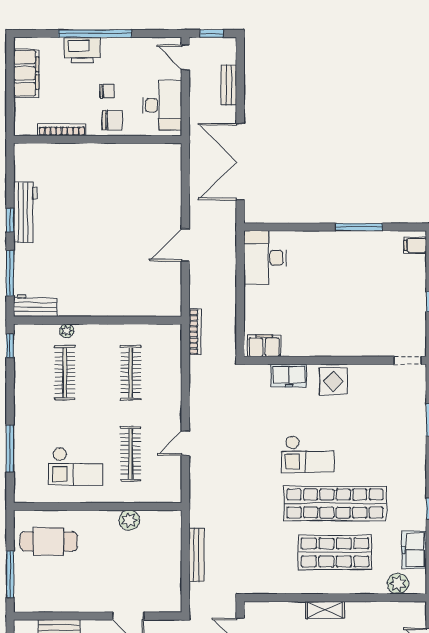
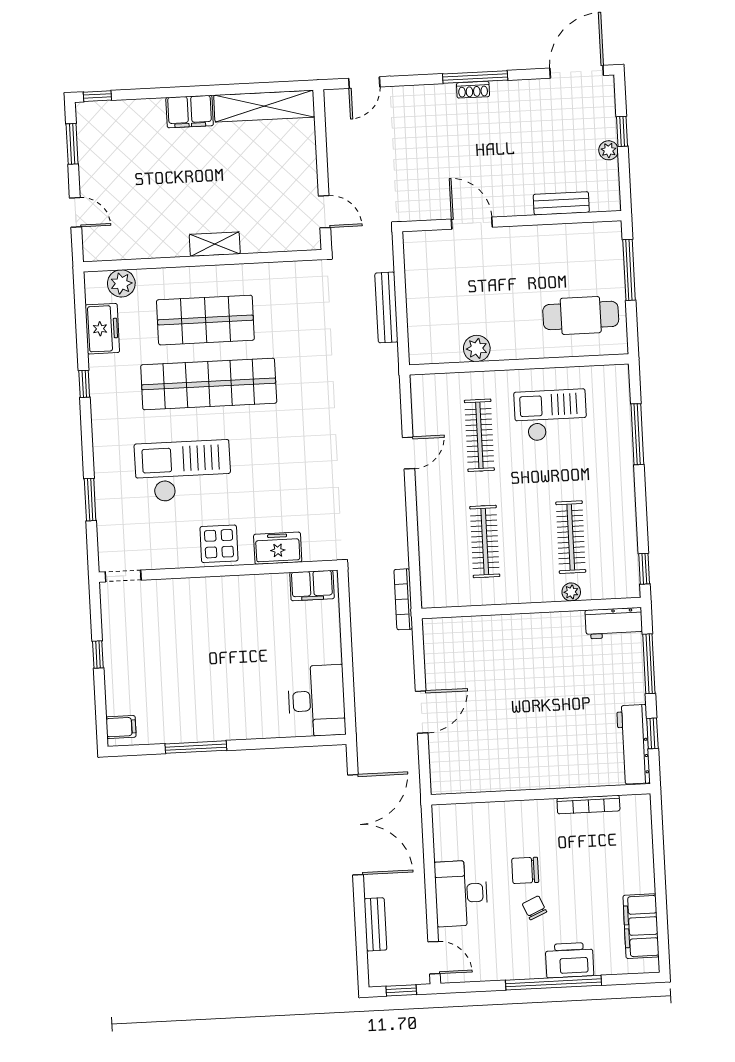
chair: (107, 91) -> (534, 908), turned 66
bookcase: (62, 130) -> (588, 805), moved
wall: (98, 139) -> (541, 794), moved
checkout: (308, 454) -> (183, 471), moved, width x1.36, depth x1.21

